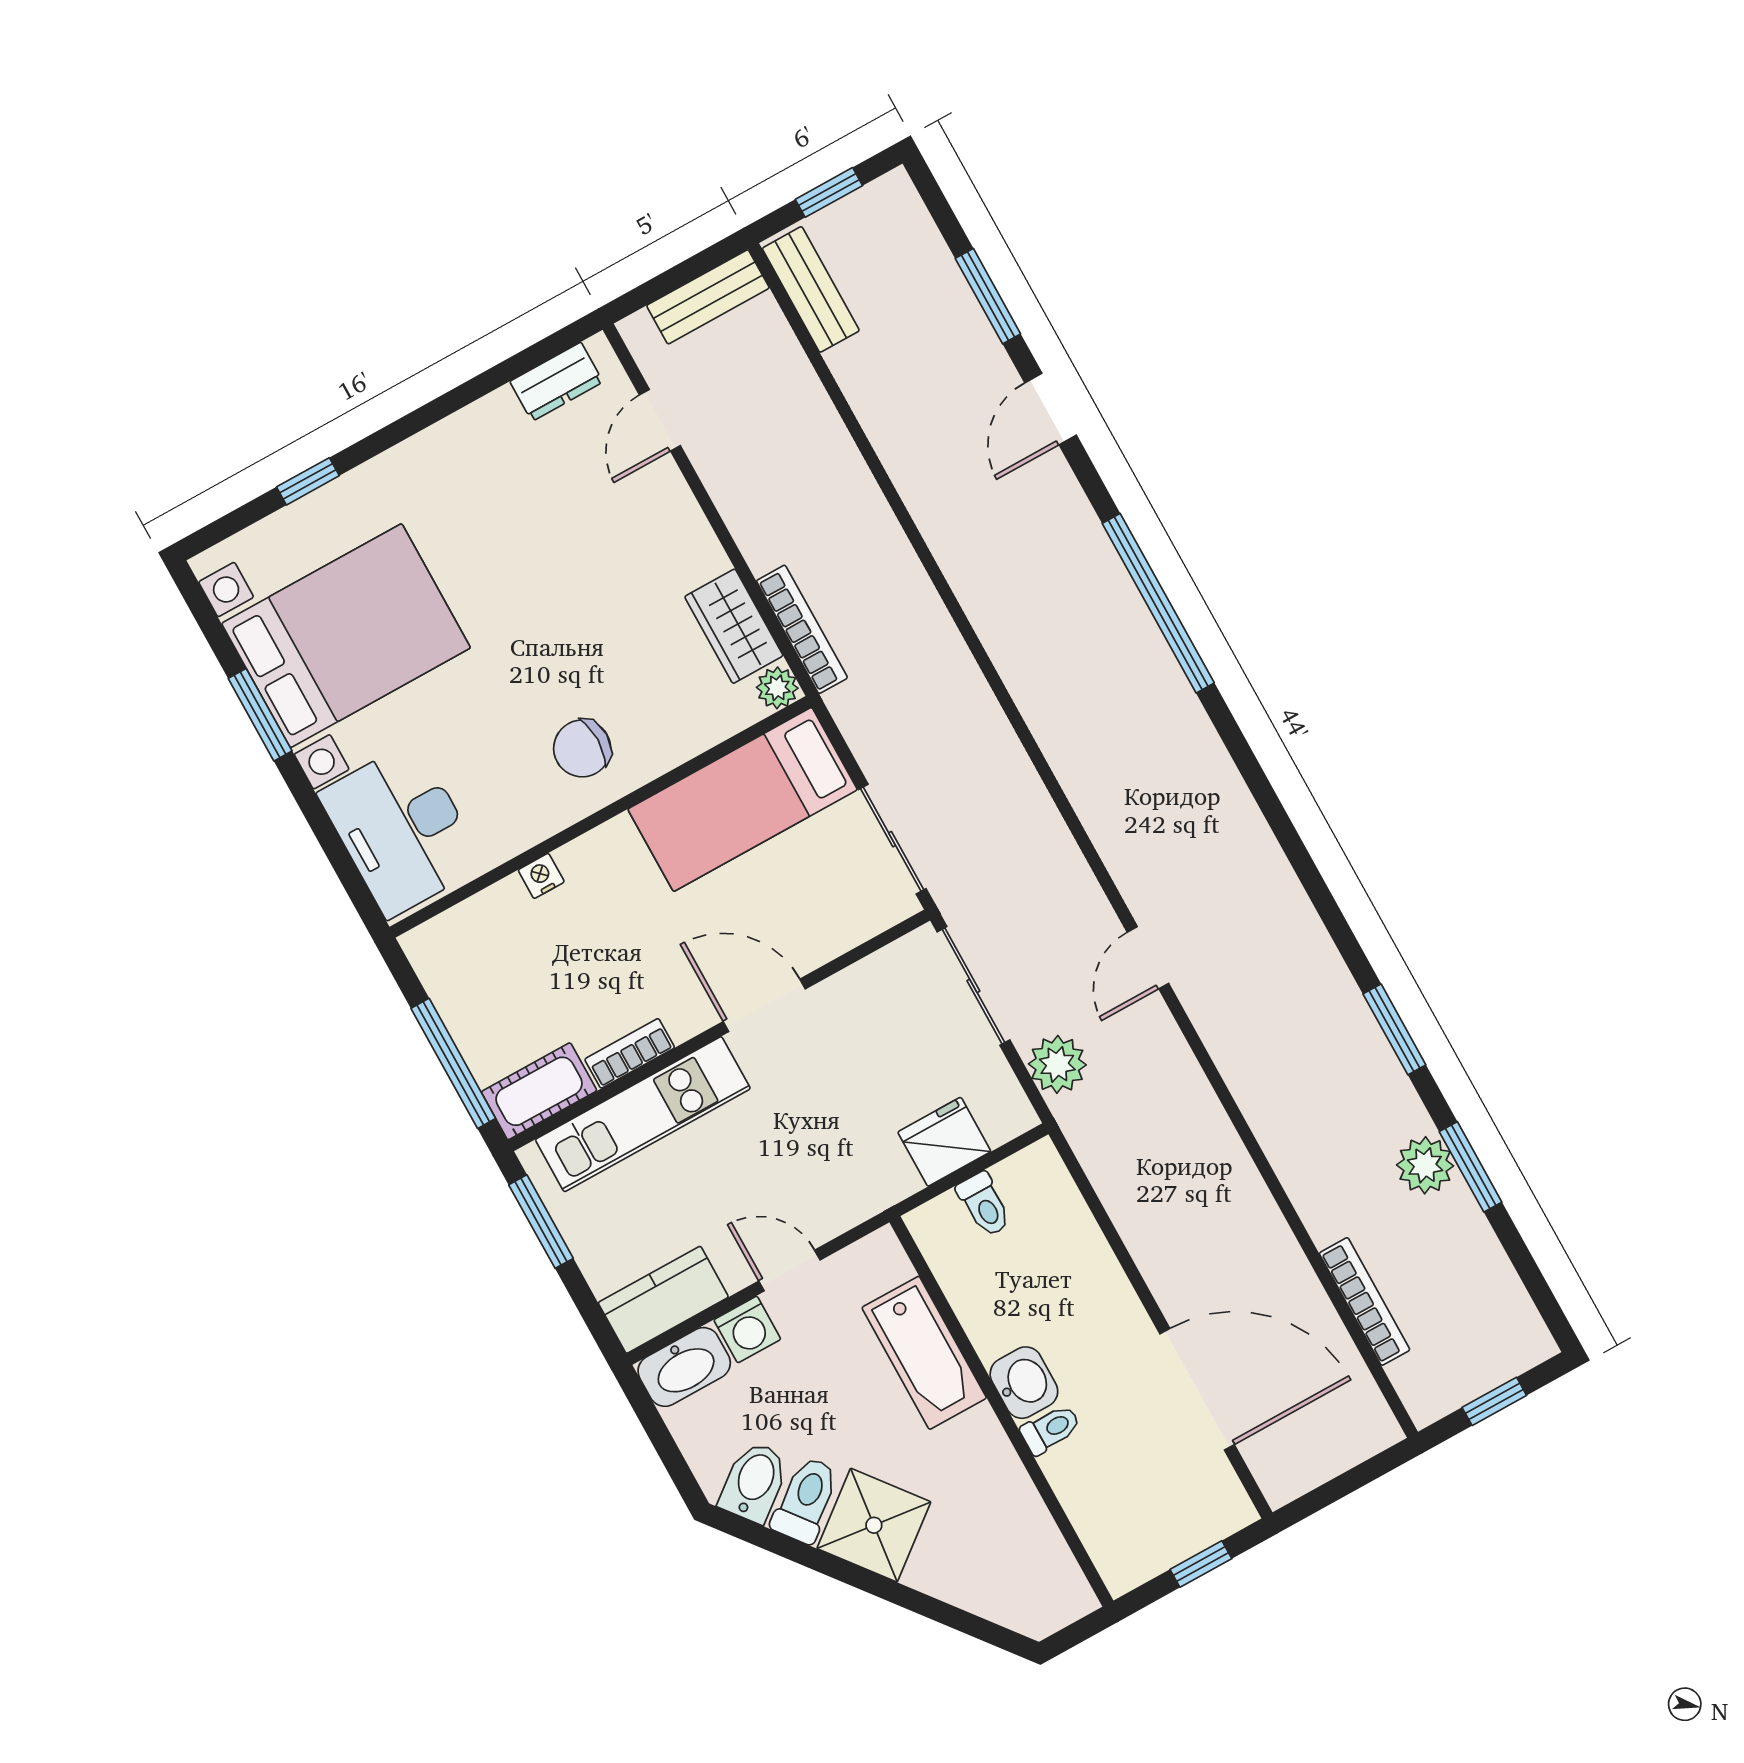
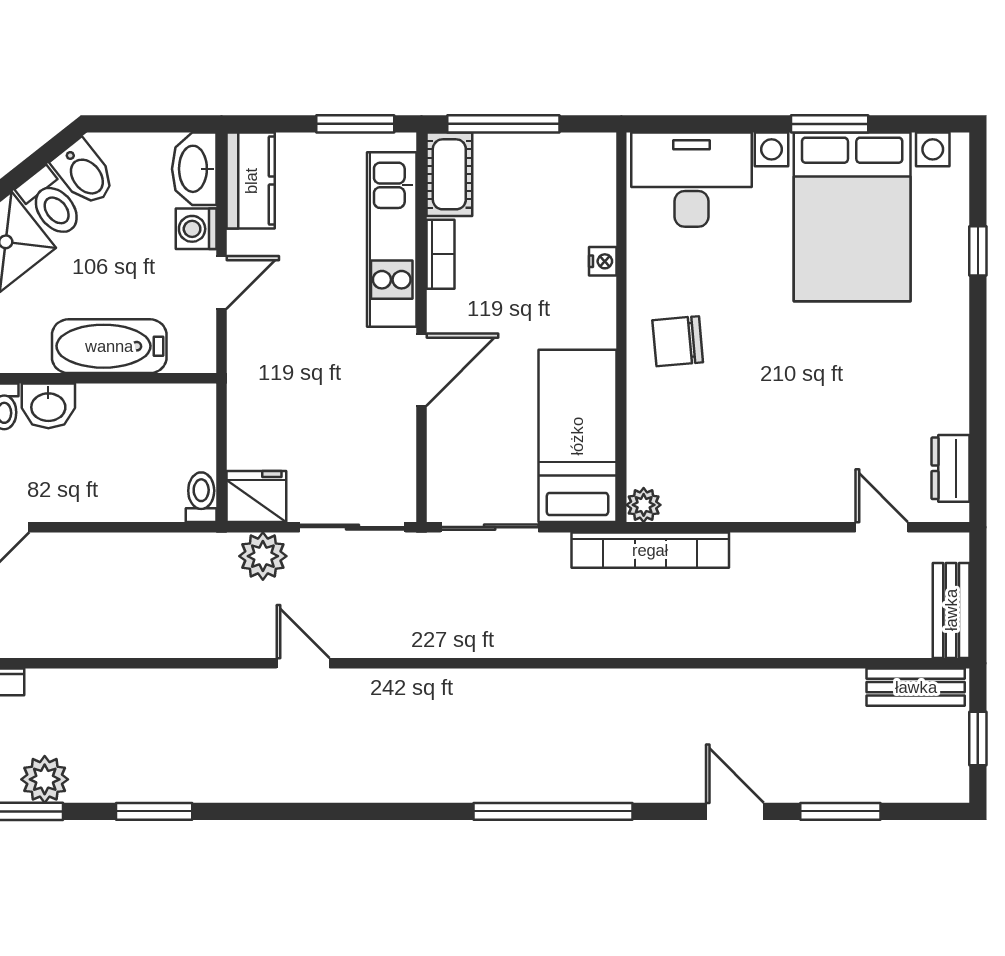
wardrobe: (734, 626) -> (705, 498), removed
bookcase: (802, 629) -> (650, 550), width x1.48, depth x1.31
chair: (582, 748) -> (678, 341), turned -95
fridge: (944, 1142) -> (256, 496), moved, turned -90
toilet: (984, 1204) -> (201, 497), moved, turned 90

